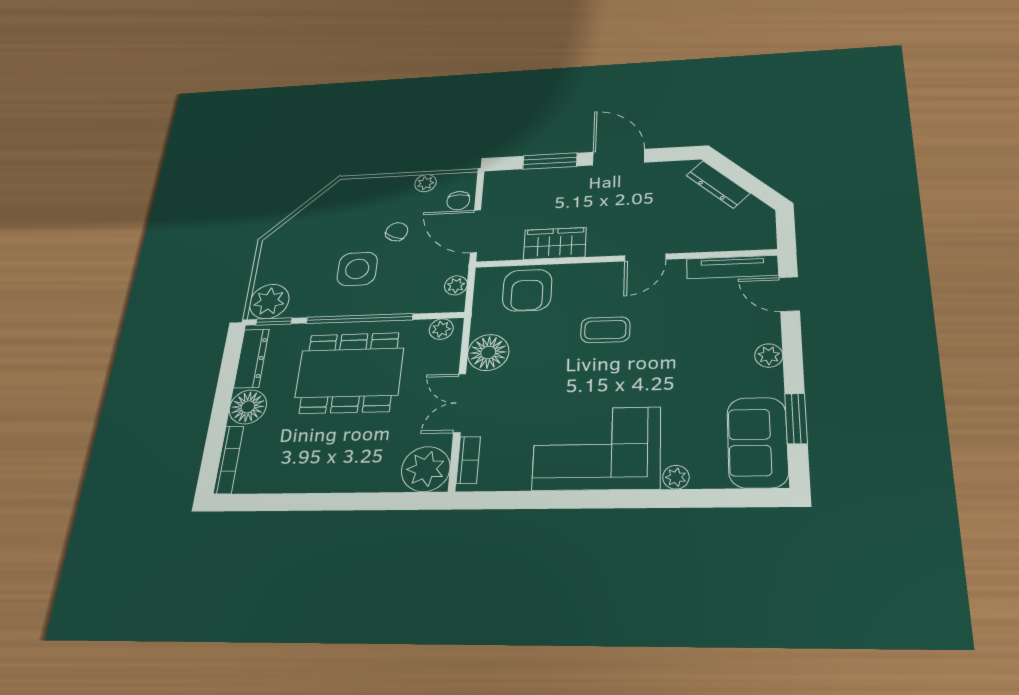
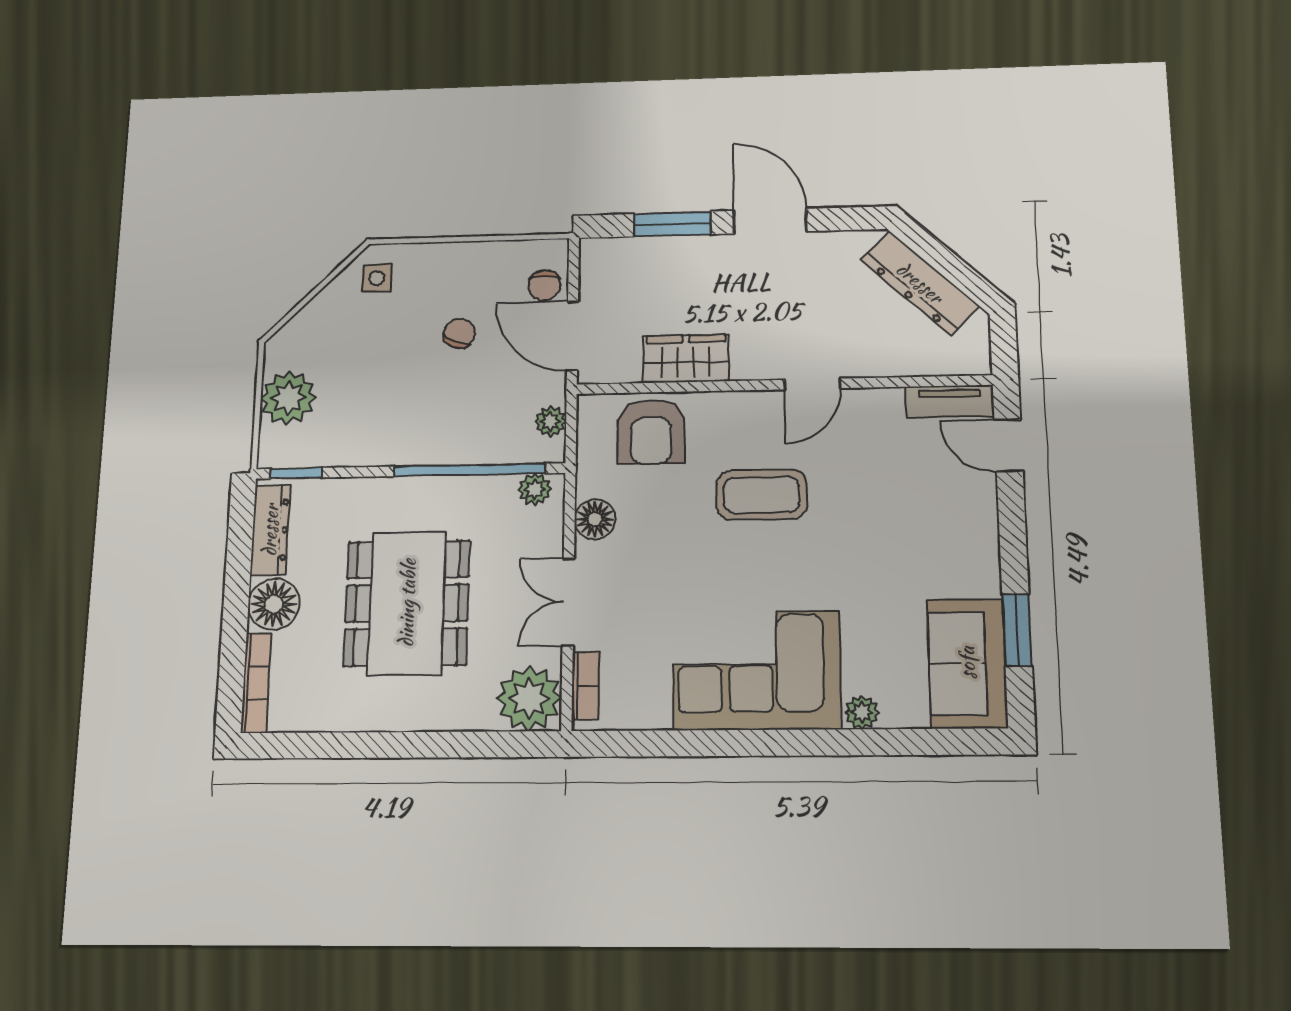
plant: (426, 183) -> (495, 255), removed
dresser: (718, 184) -> (920, 283), width x1.37, depth x1.24
tv unit: (732, 267) -> (950, 402), width x0.71
side table: (357, 269) -> (377, 278), moved, width x0.54, depth x0.54
plant: (269, 301) -> (288, 398), moved
window: (359, 319) -> (469, 470), moved
coffee table: (605, 330) -> (761, 495), width x1.36, depth x1.30
floor lamp: (488, 353) -> (595, 519), width x0.73, depth x0.73
plant: (769, 356) -> (981, 537), removed
dining table: (349, 373) -> (407, 603), moved, turned 90

